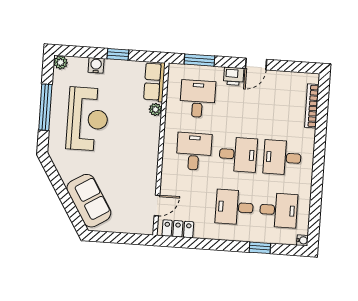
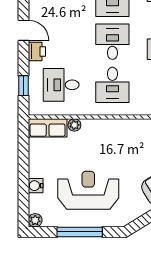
window: (118, 54) -> (23, 165), removed
window: (199, 60) -> (23, 86), width x0.67
desk: (194, 151) -> (112, 85), turned -90

